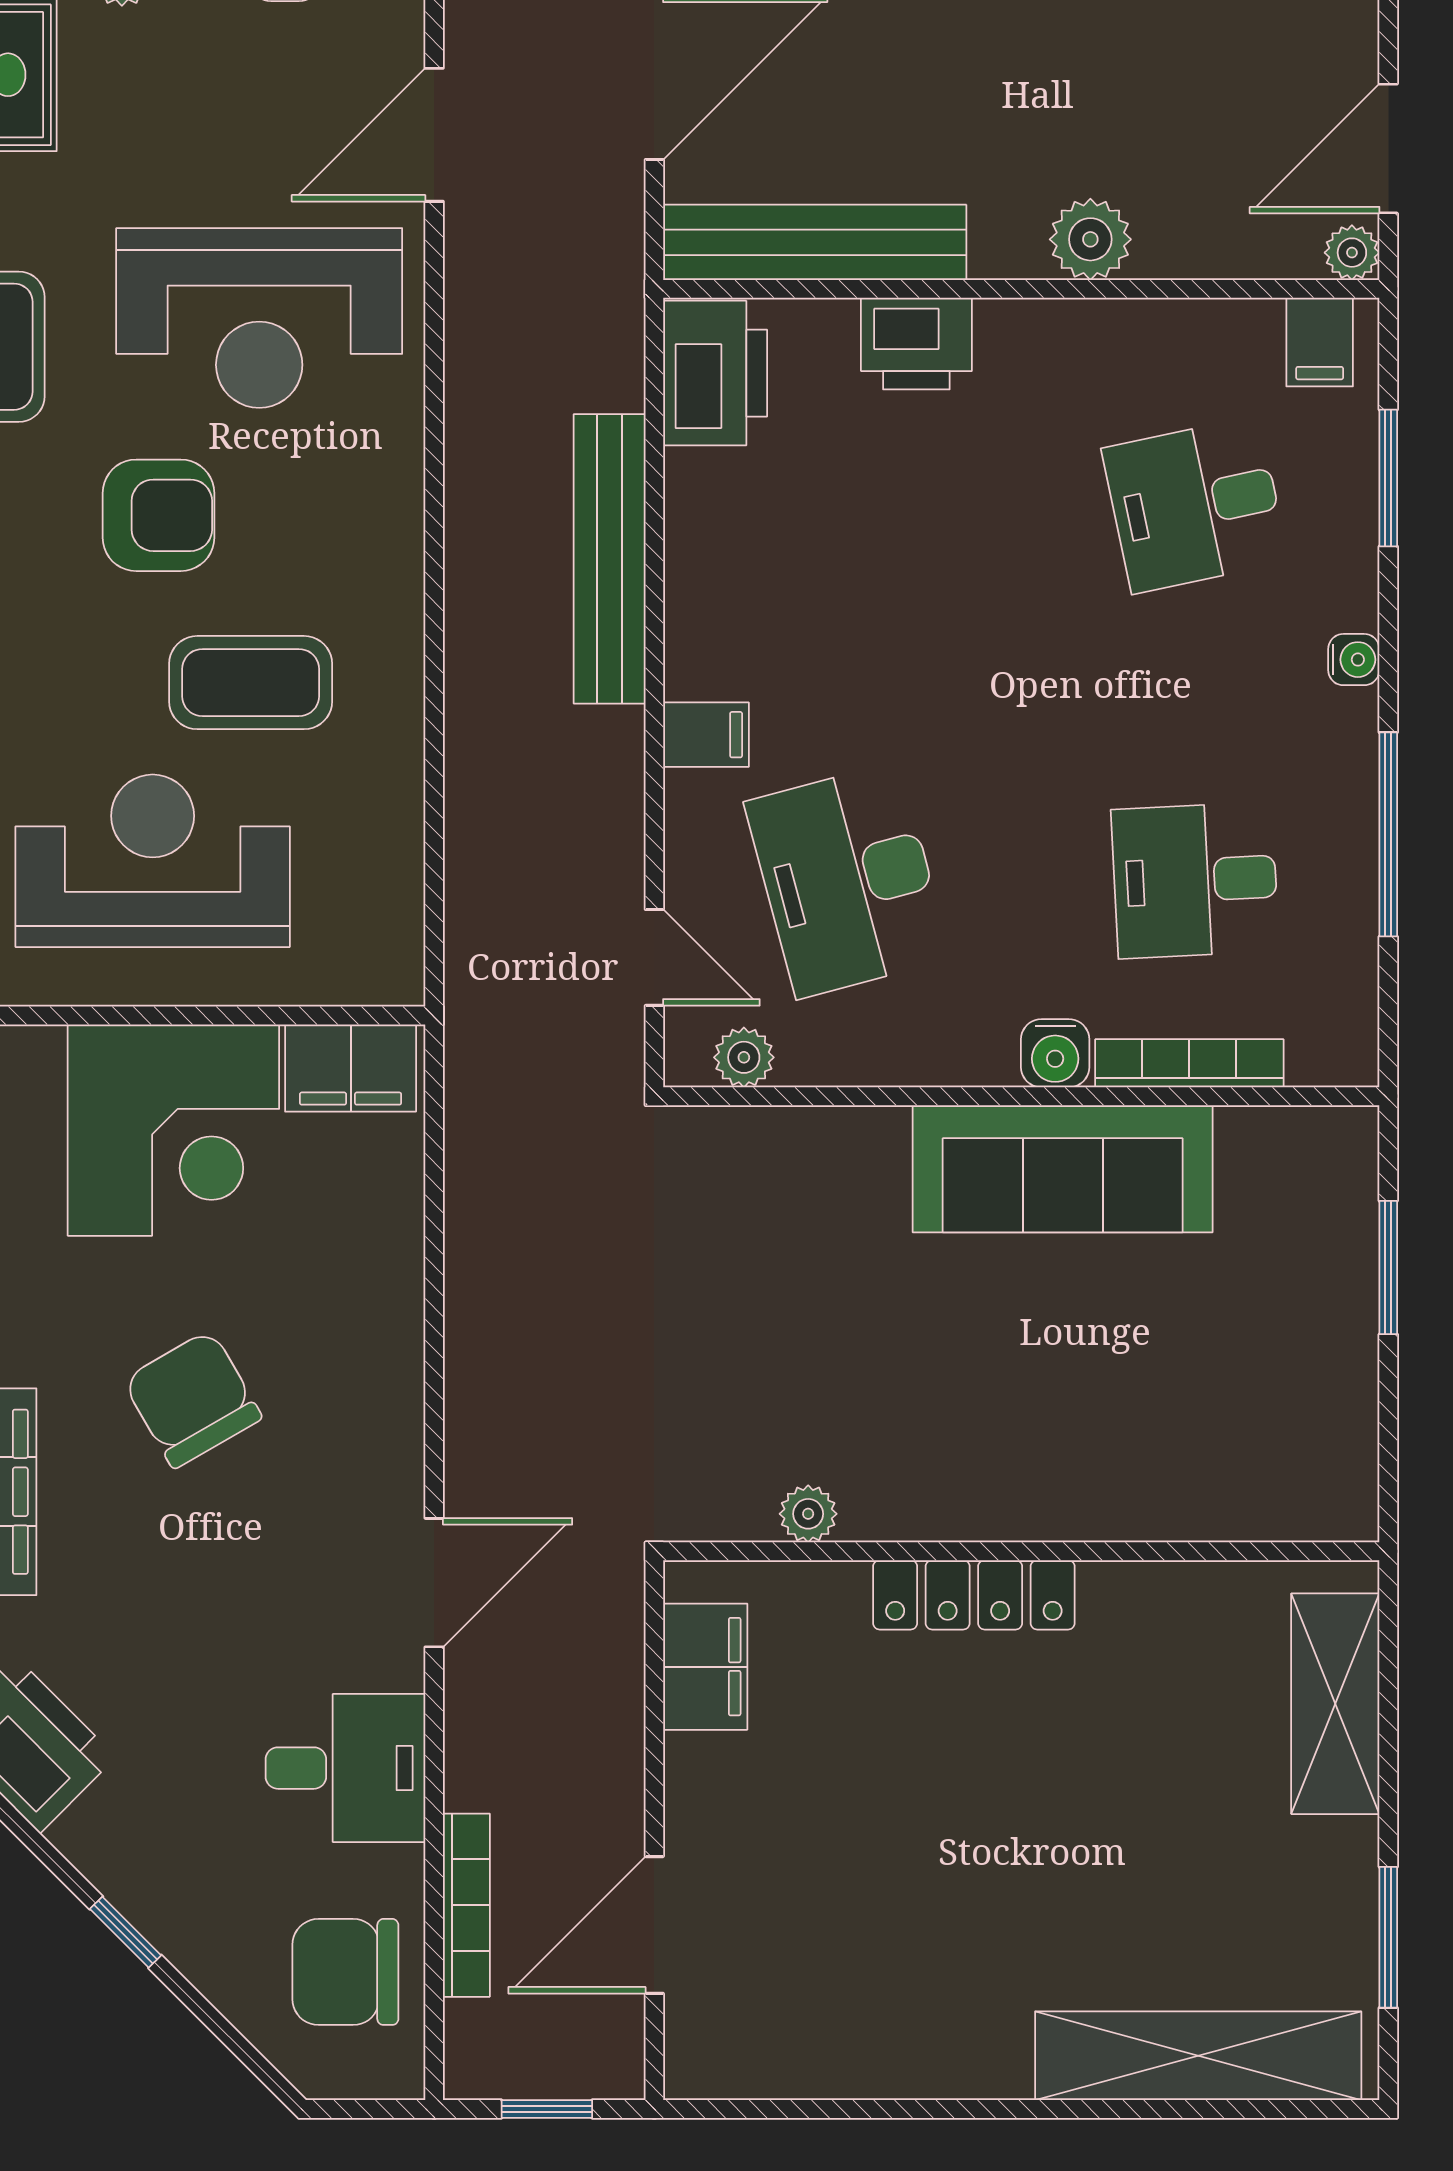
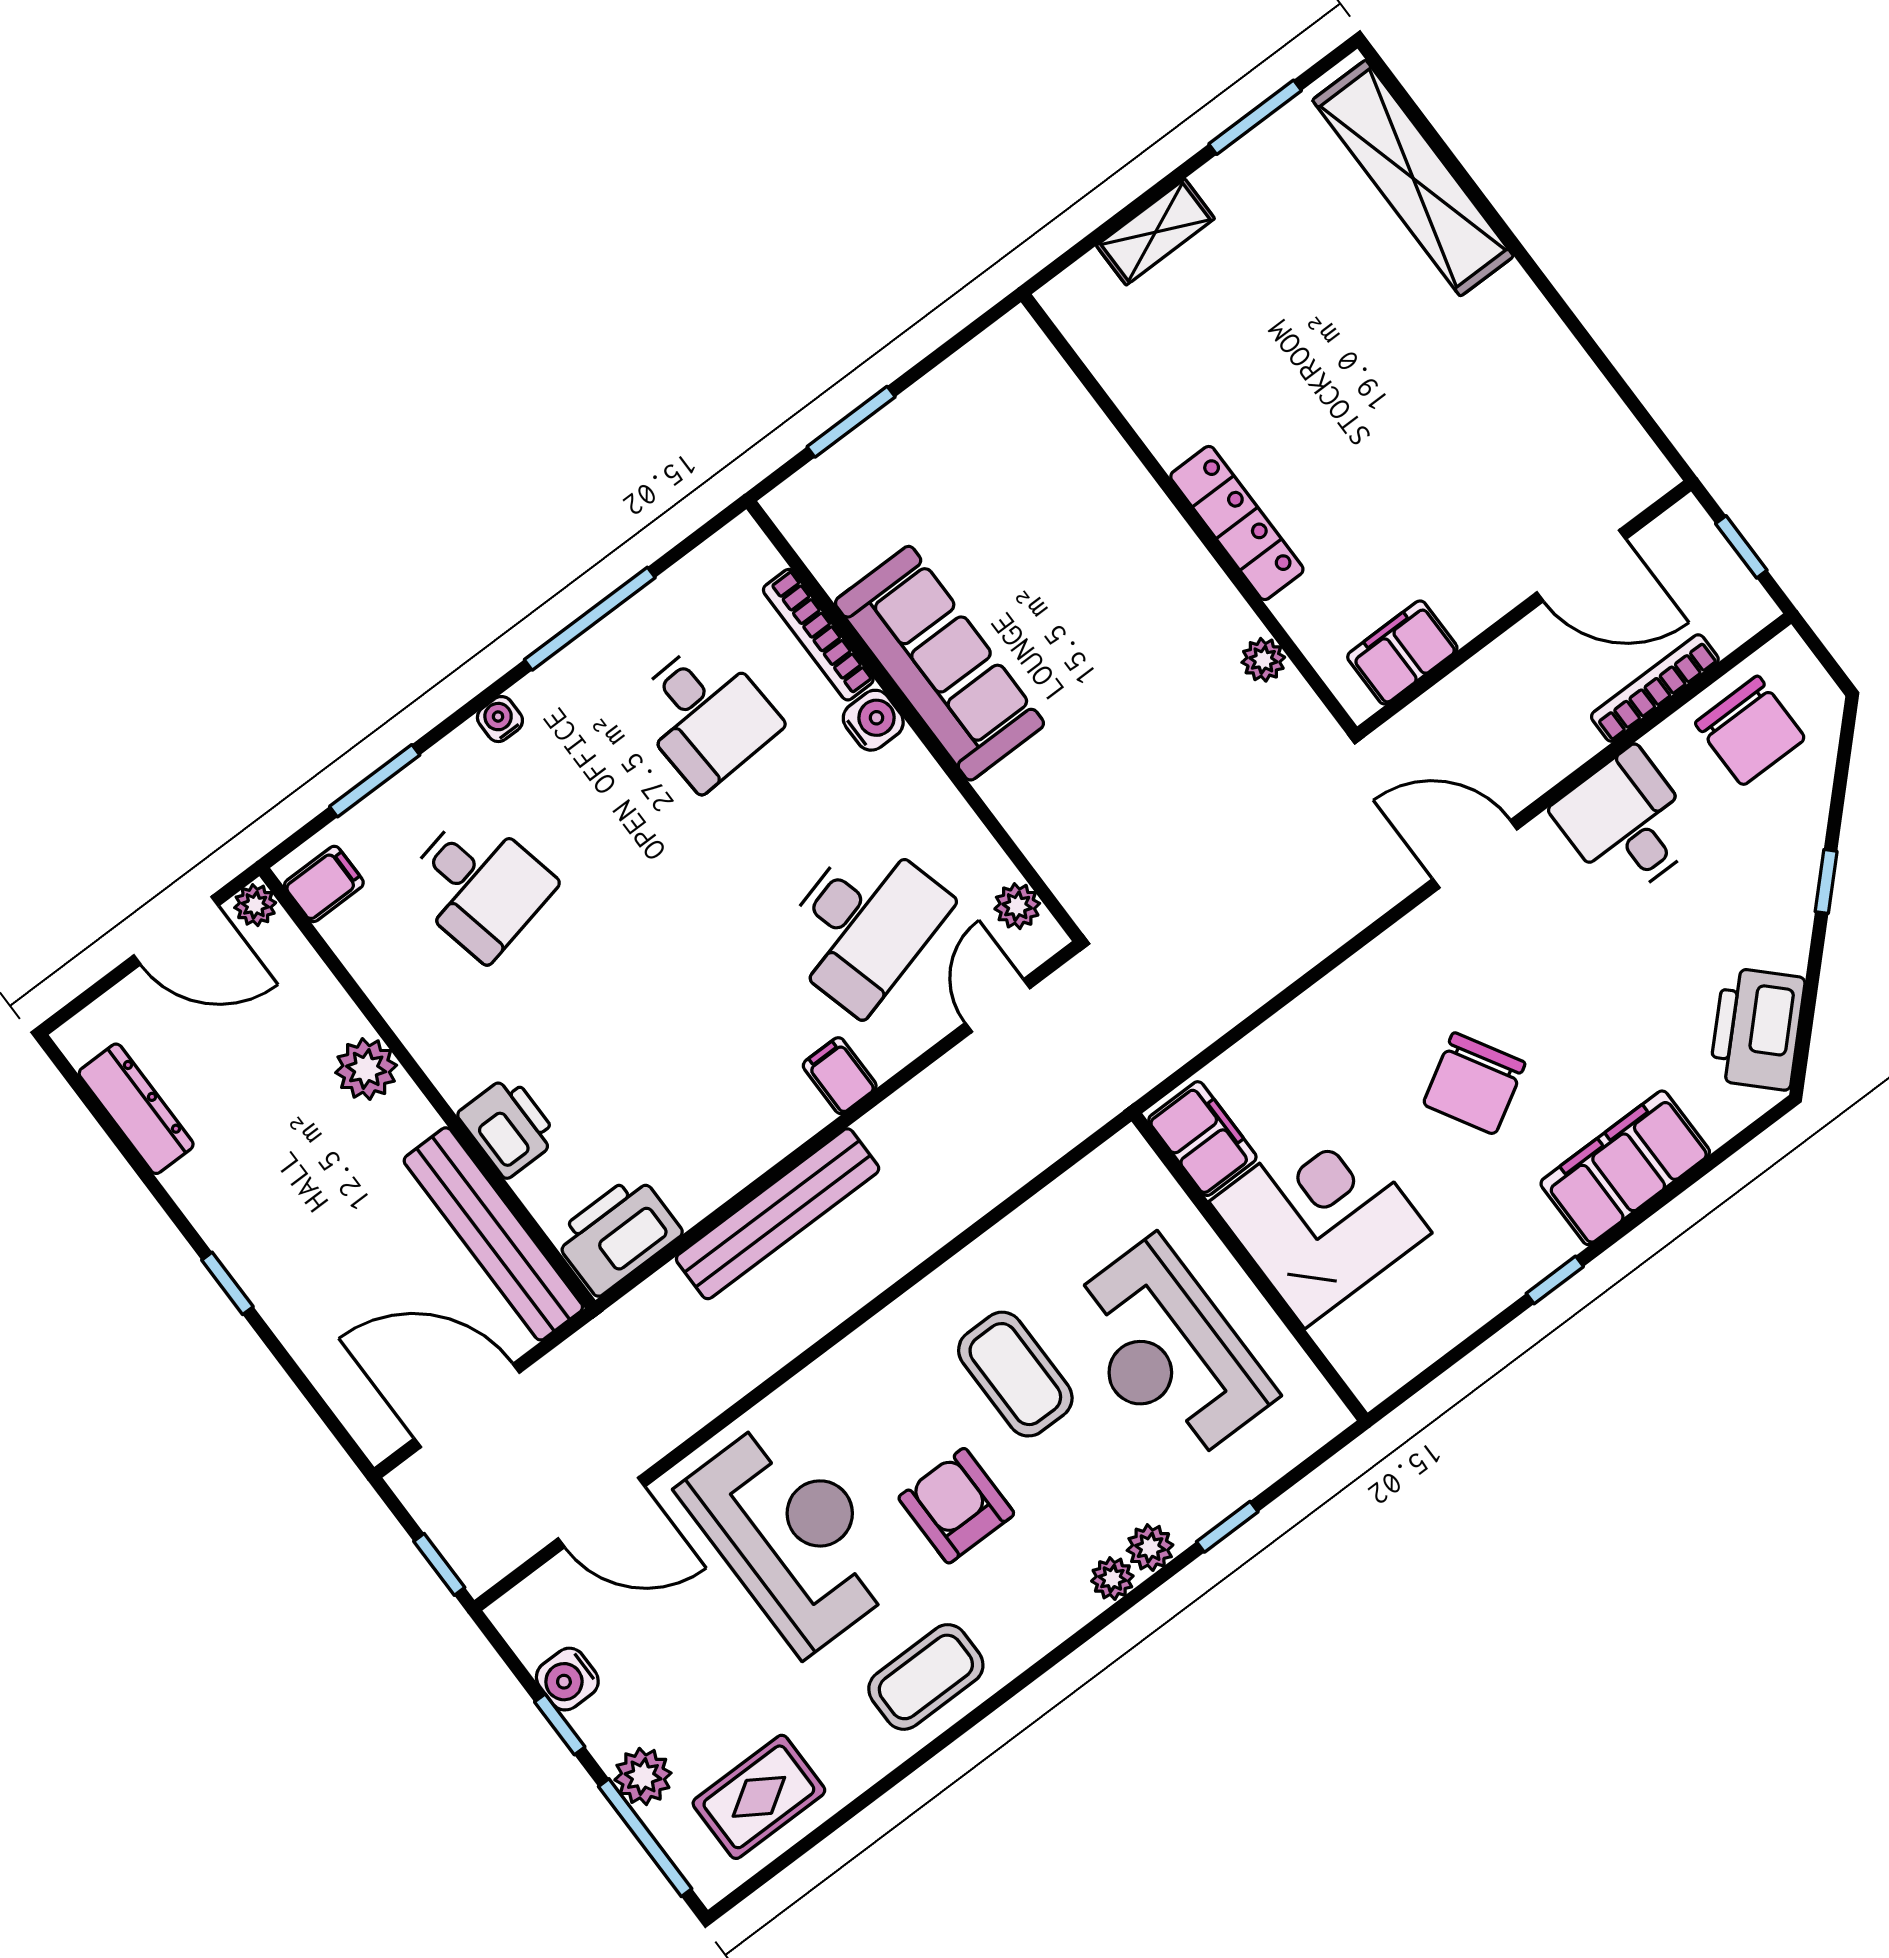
shelving: (1335, 1704) -> (1155, 232), width x0.67, depth x0.75

